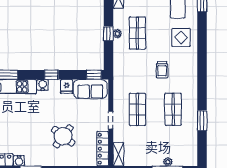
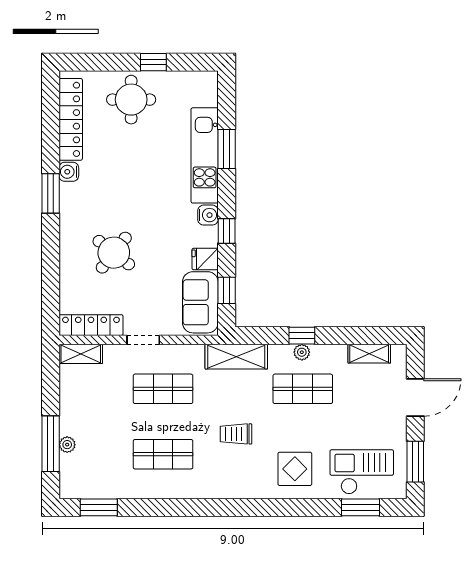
shelving: (120, 69) -> (236, 357), added
window: (94, 75) -> (227, 290), moved
window: (202, 121) -> (99, 507), moved

